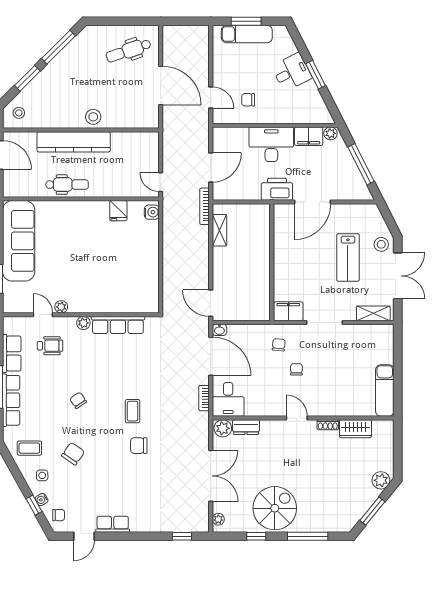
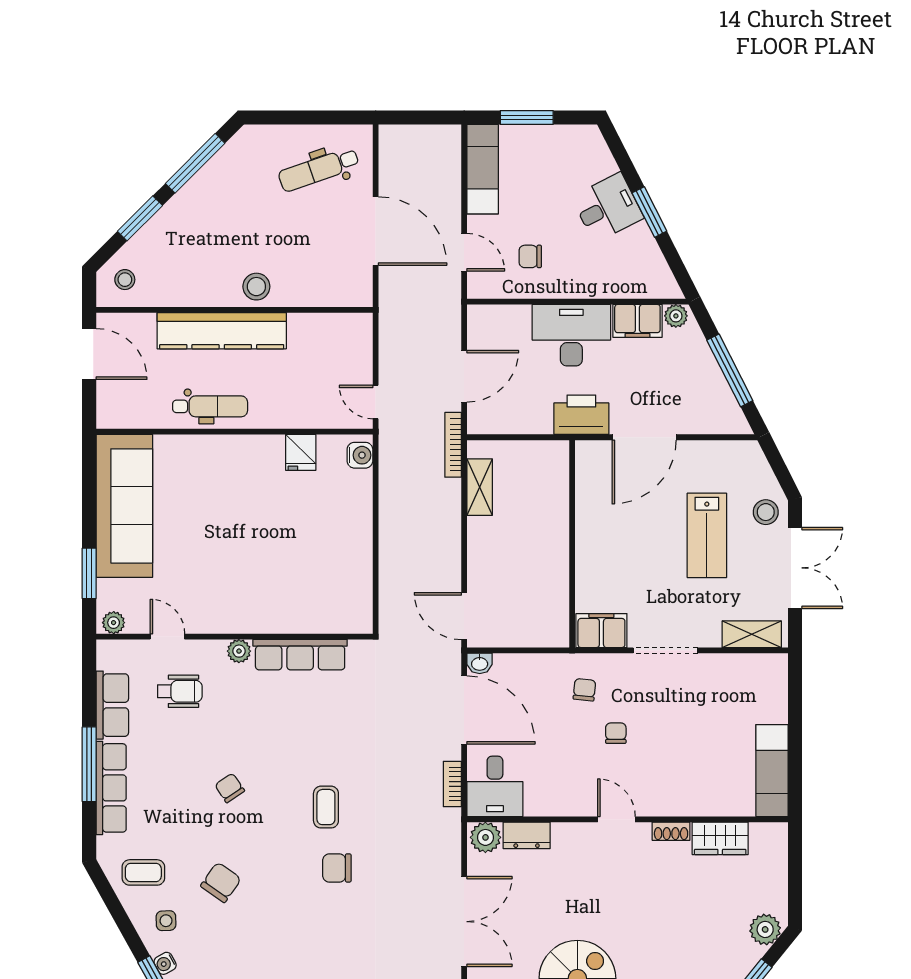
exam couch: (247, 34) -> (483, 169), moved, turned -90
plant: (61, 307) -> (114, 623), moved

